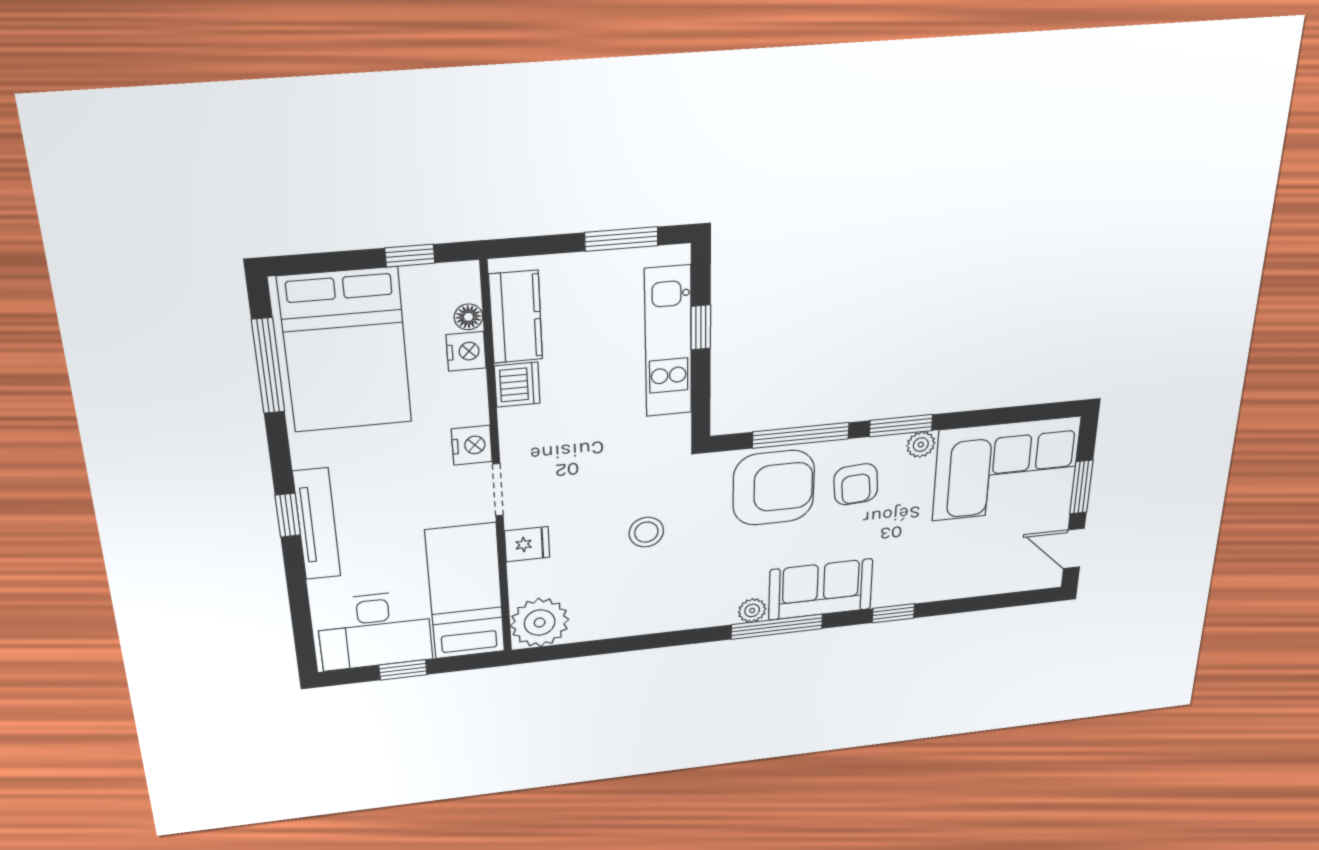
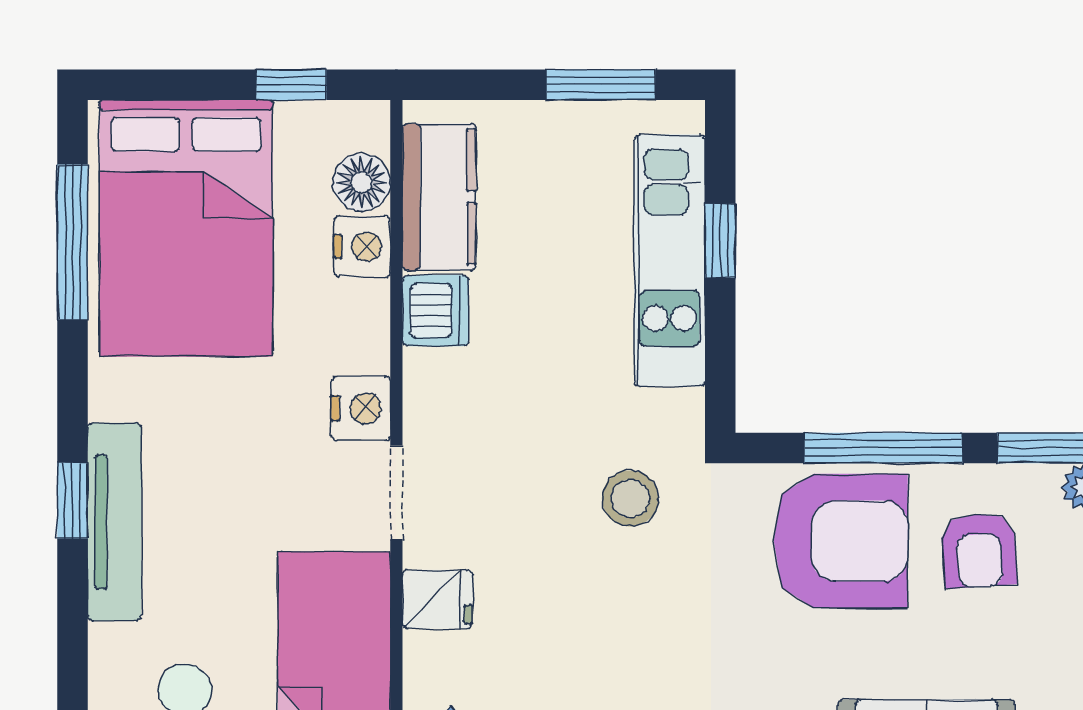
floor lamp: (468, 317) -> (361, 182), width x1.37, depth x1.37
stool: (646, 532) -> (630, 498), moved

